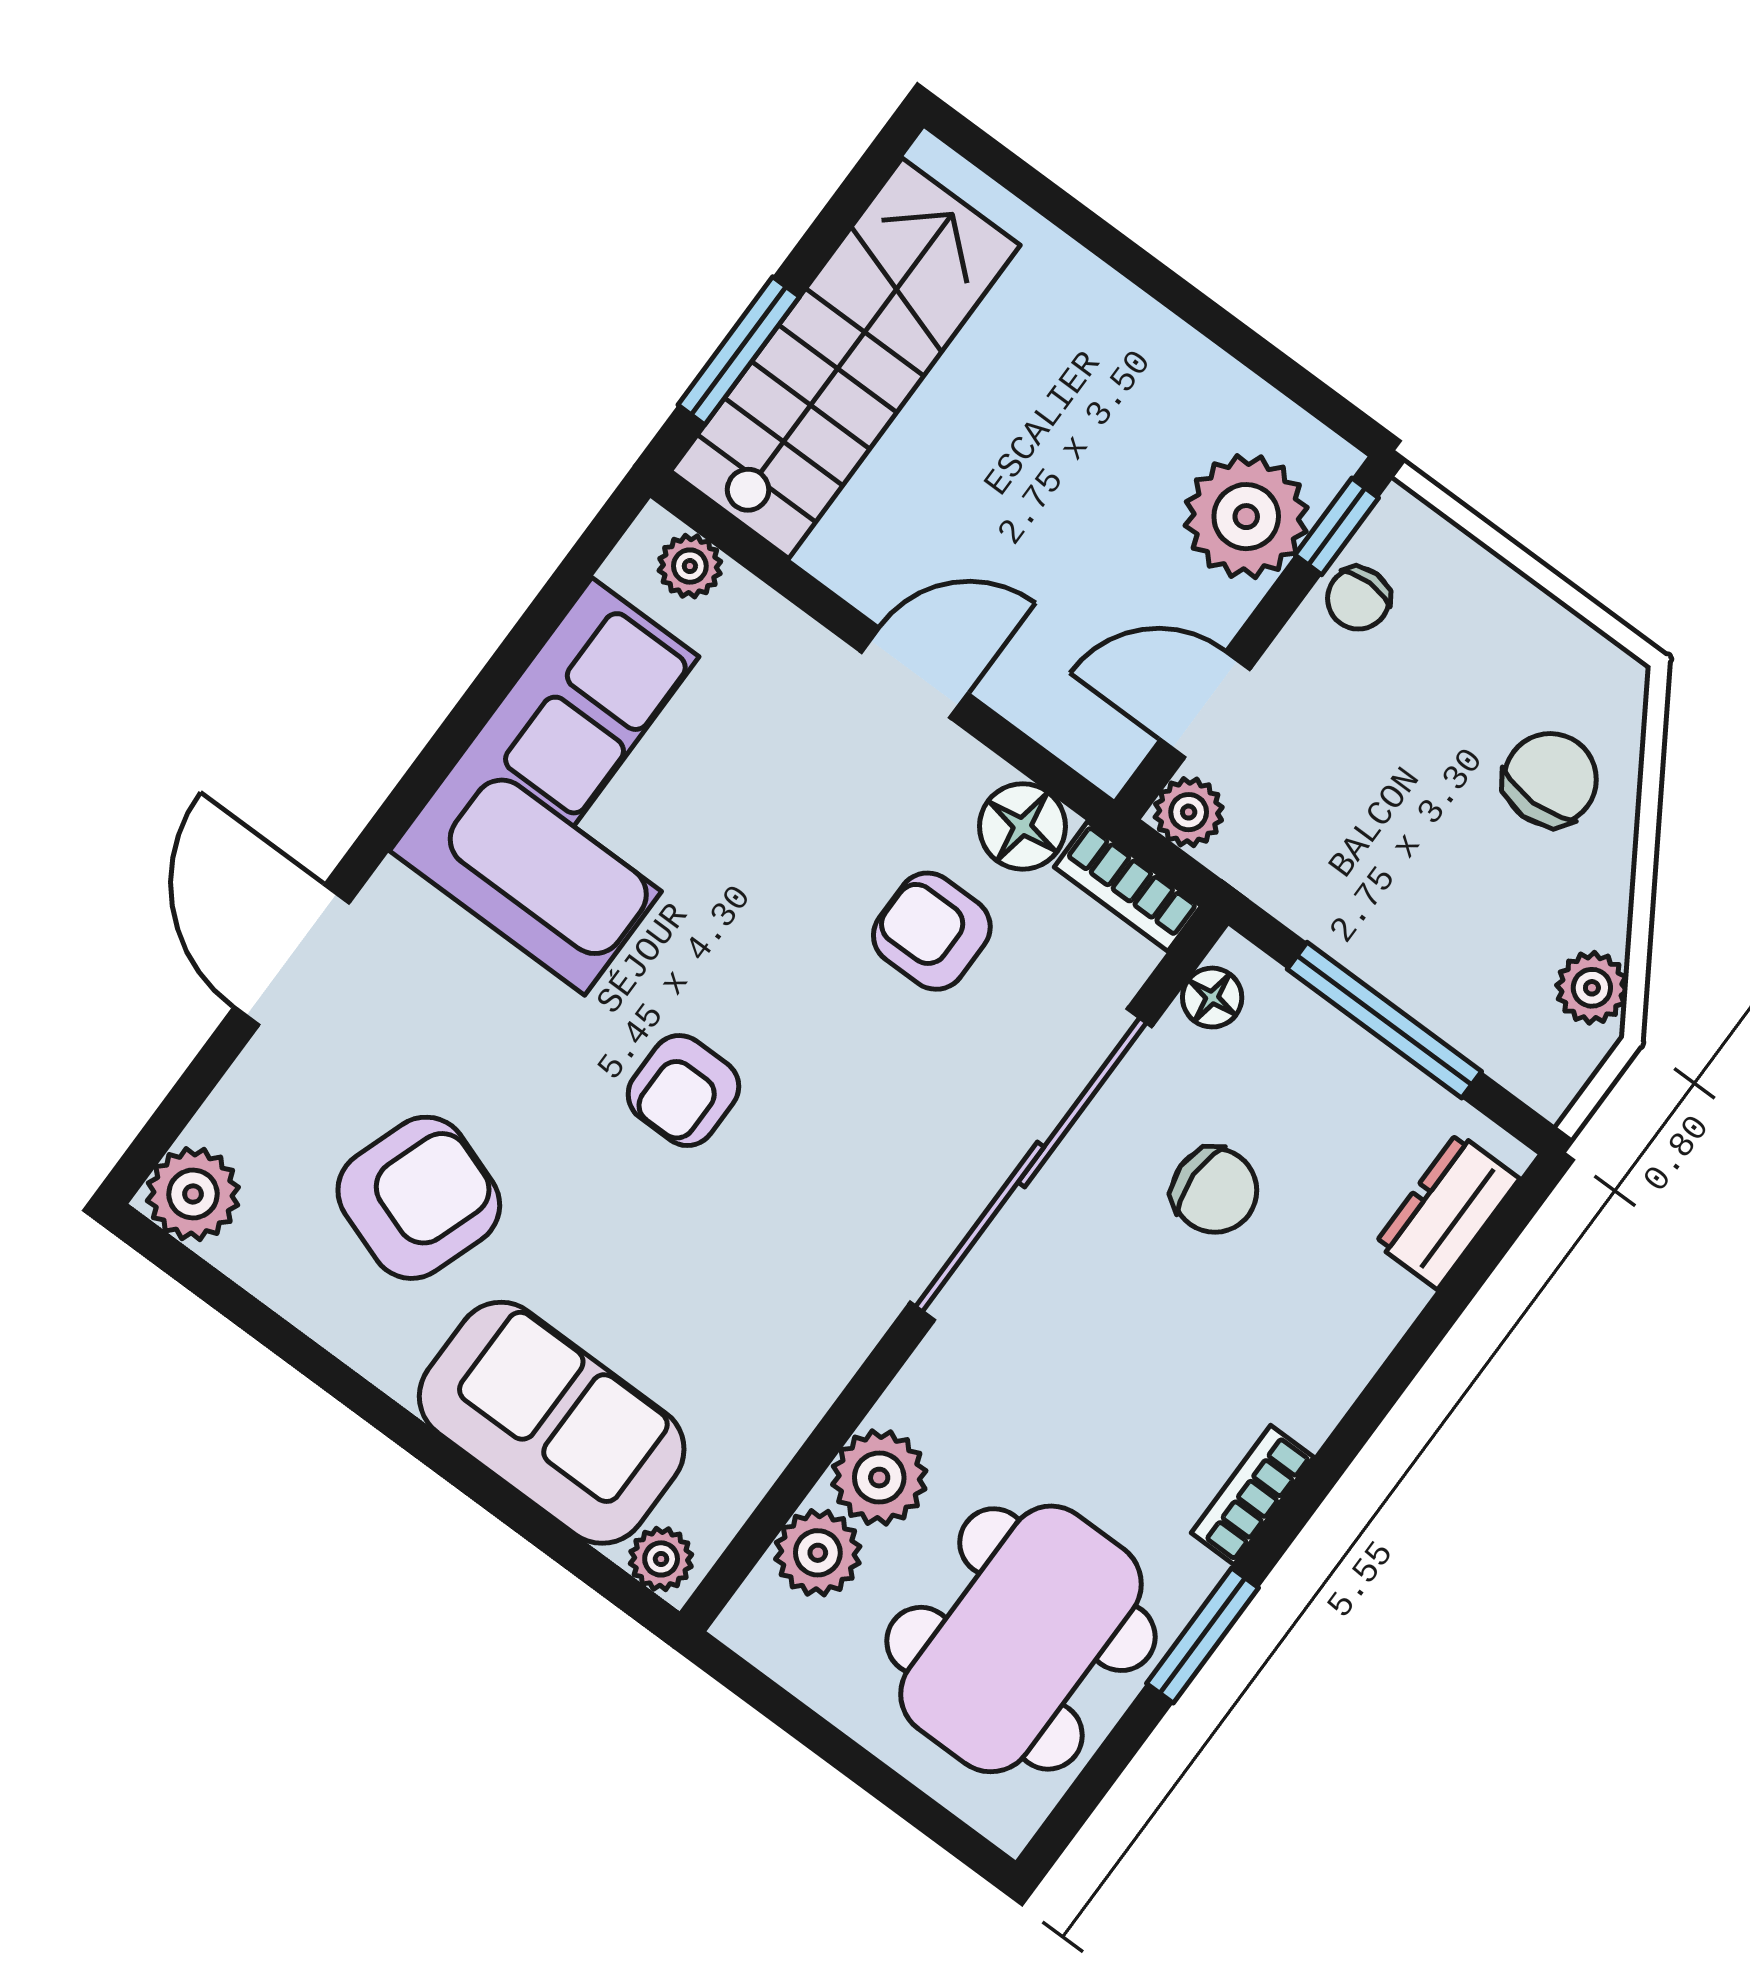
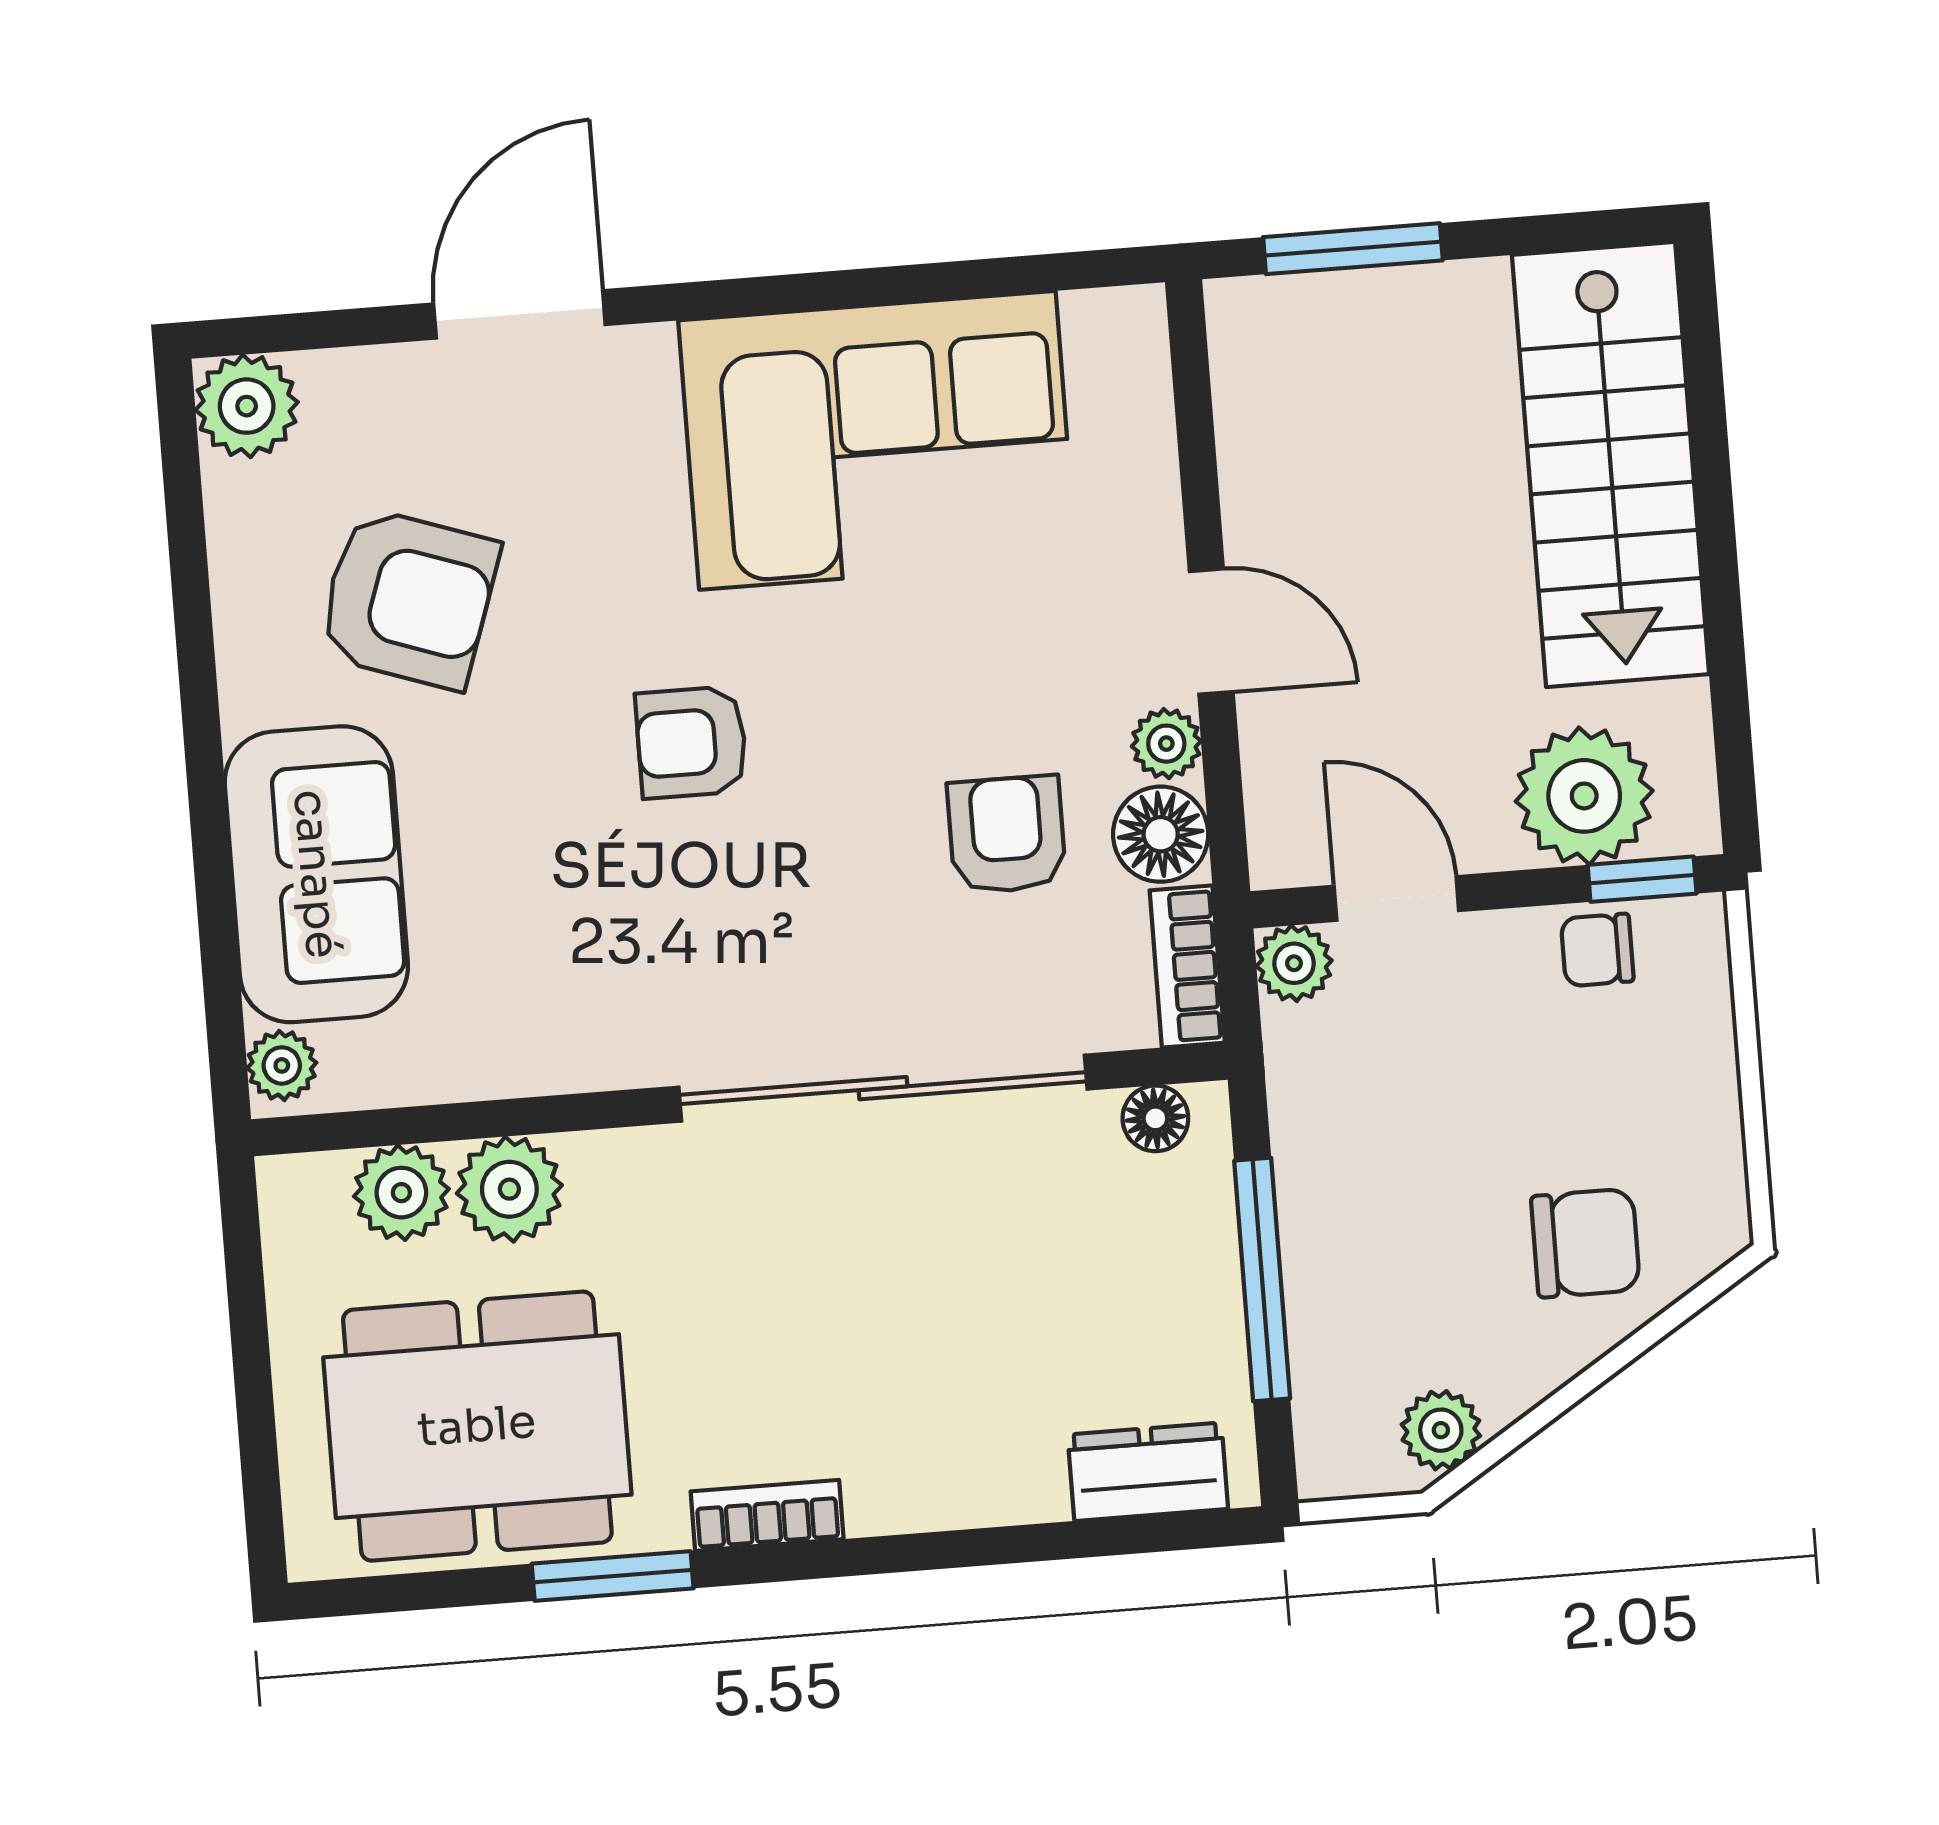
stairs: (845, 358) -> (1611, 465), moved, turned 90
plant: (690, 566) -> (1166, 744), moved
chair: (1215, 1190) -> (995, 1261), removed

